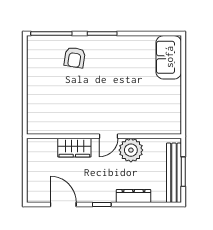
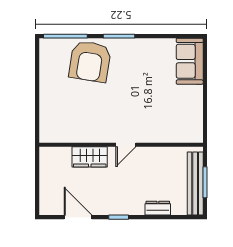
armchair: (75, 57) -> (90, 61), width x1.88, depth x1.88
plant: (131, 150) -> (150, 159), removed
dresser: (134, 196) -> (158, 208), width x0.70

